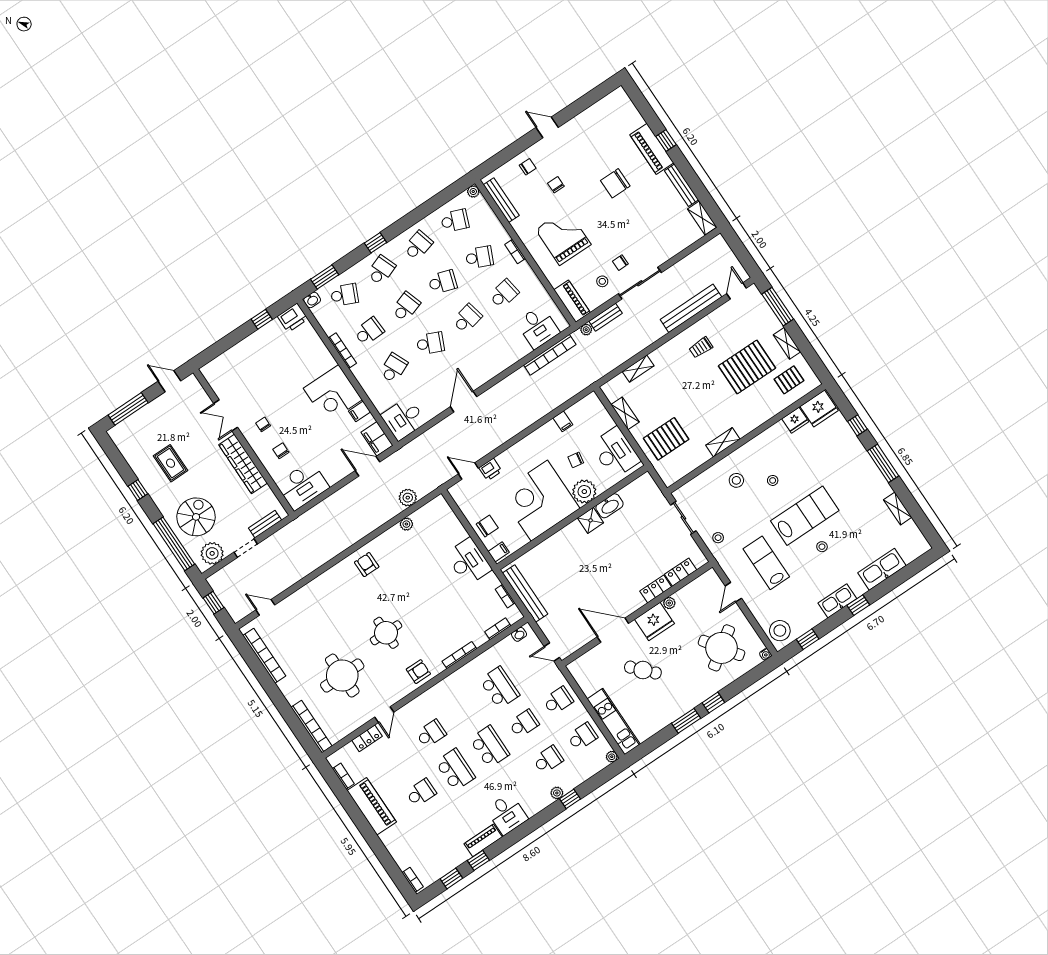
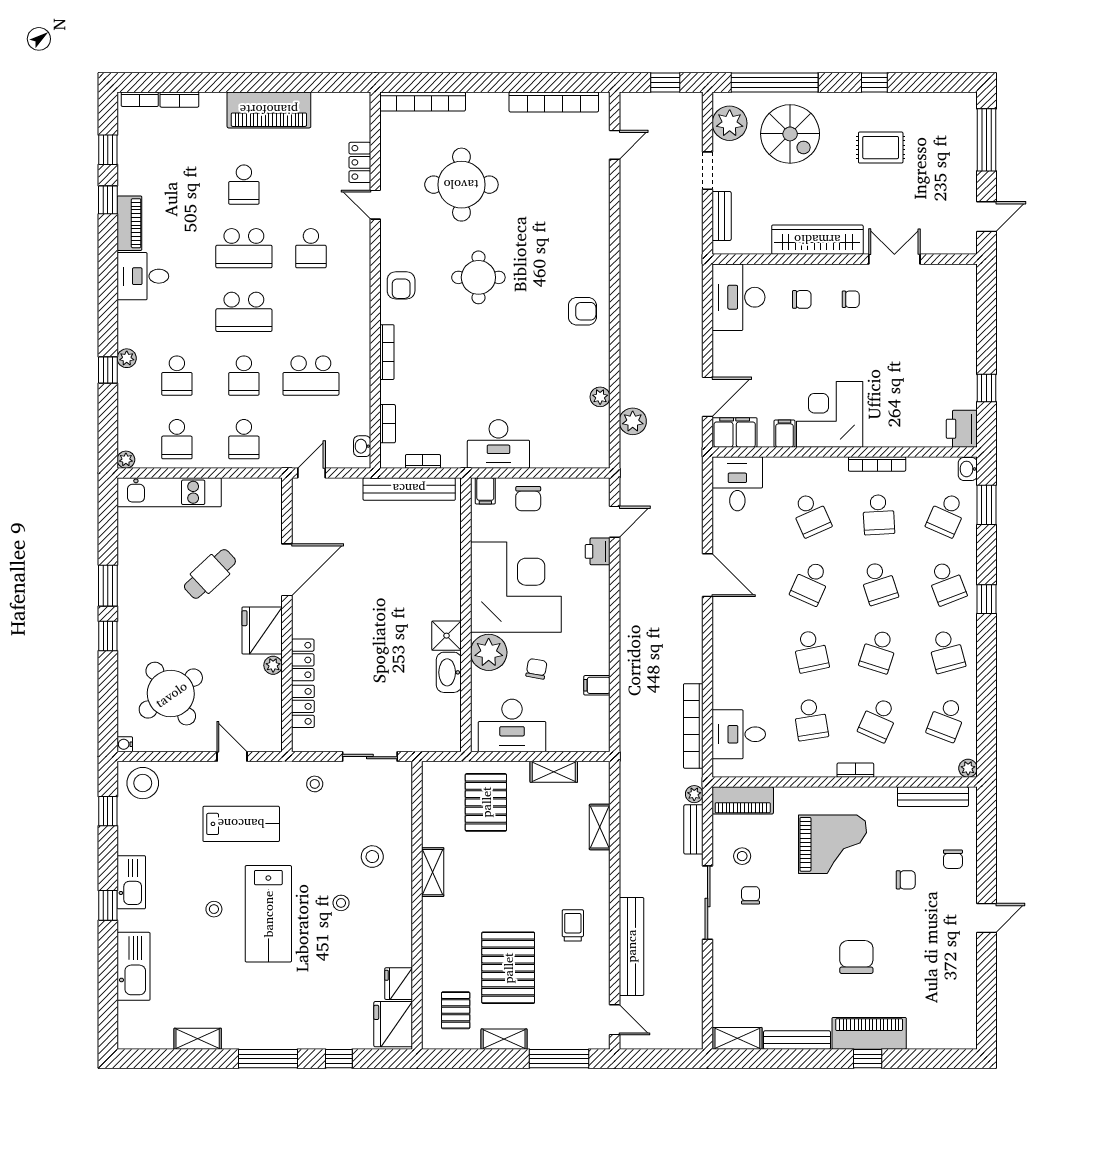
bookcase: (343, 776) -> (179, 100), moved

